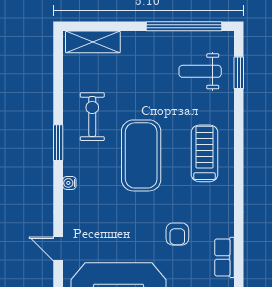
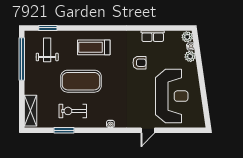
weight bench: (200, 71) -> (47, 50), turned 180
window: (58, 143) -> (64, 130), moved
exercise mat: (141, 155) -> (81, 81), moved

